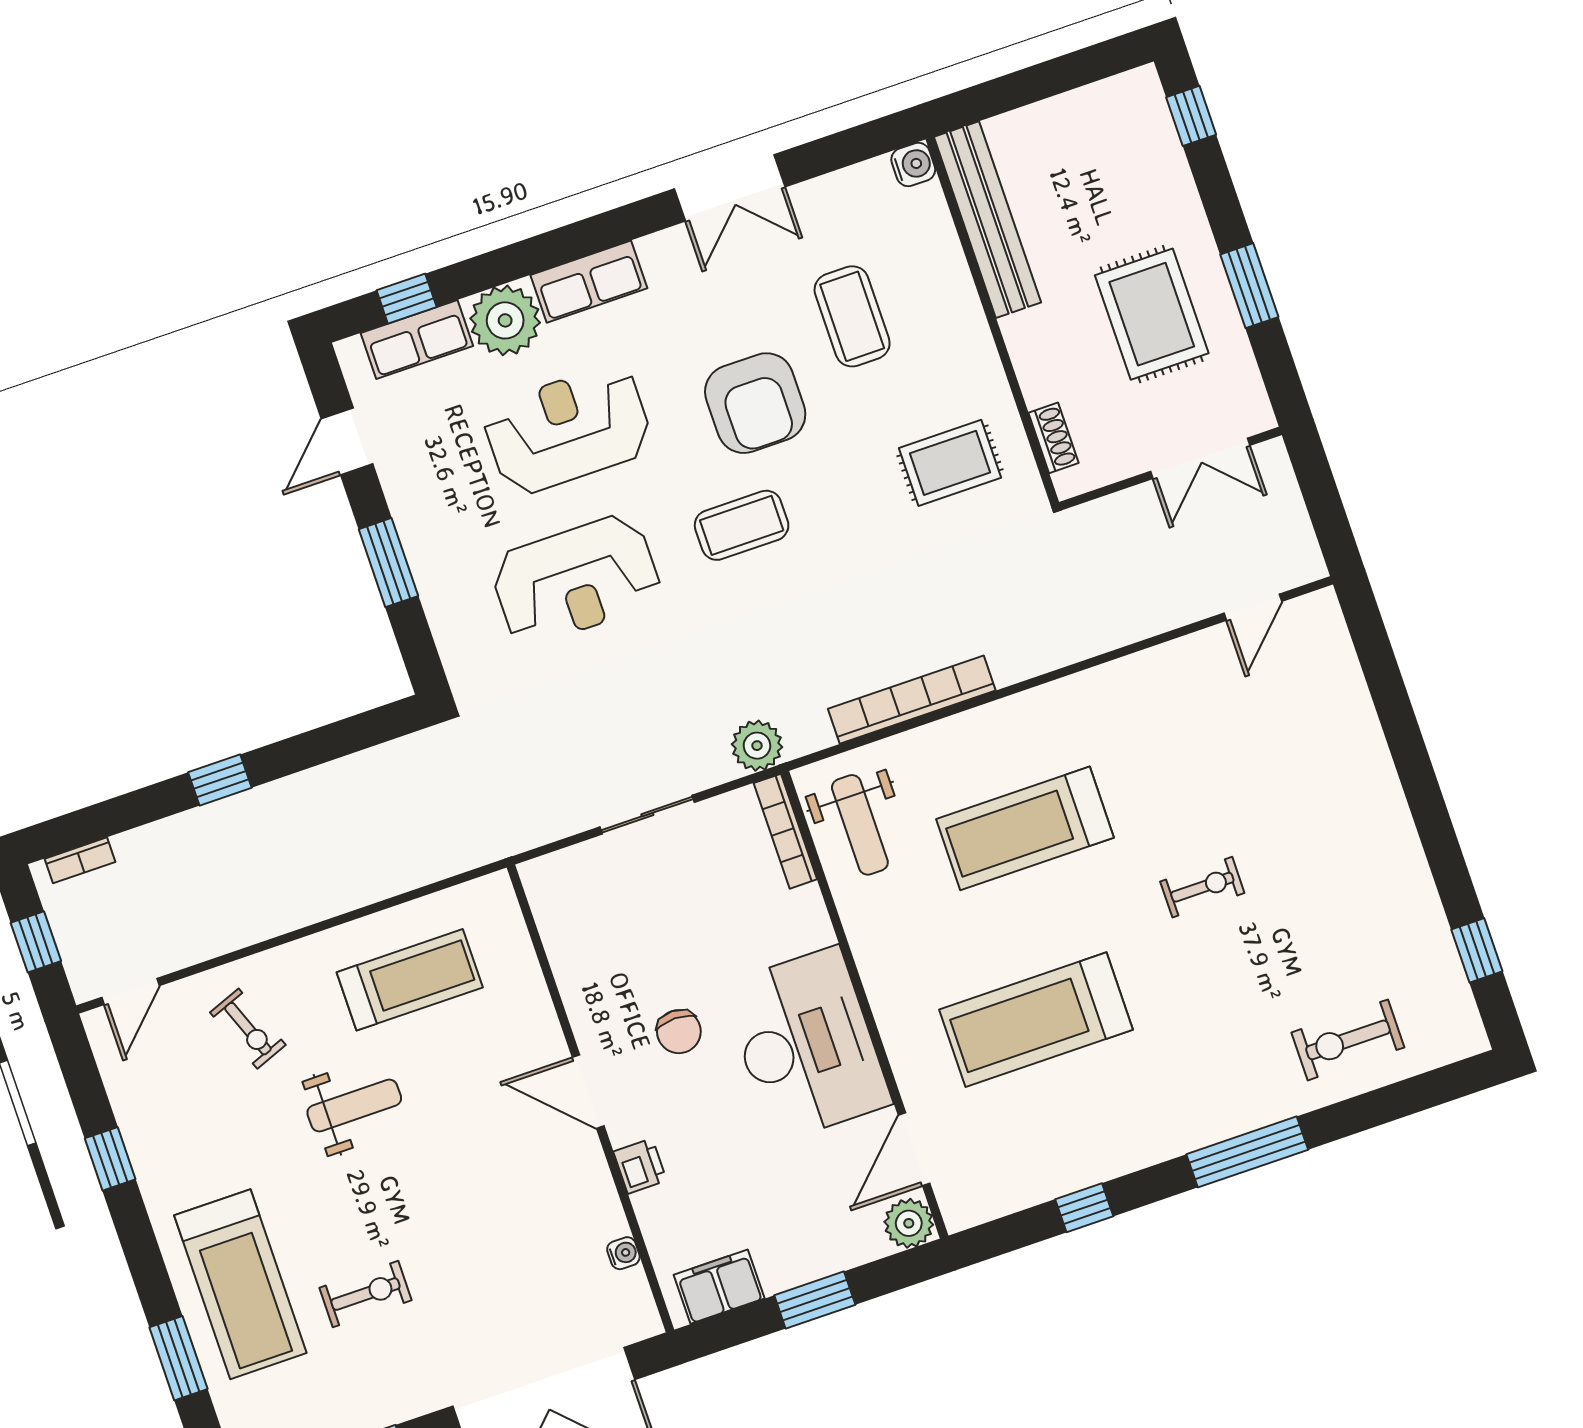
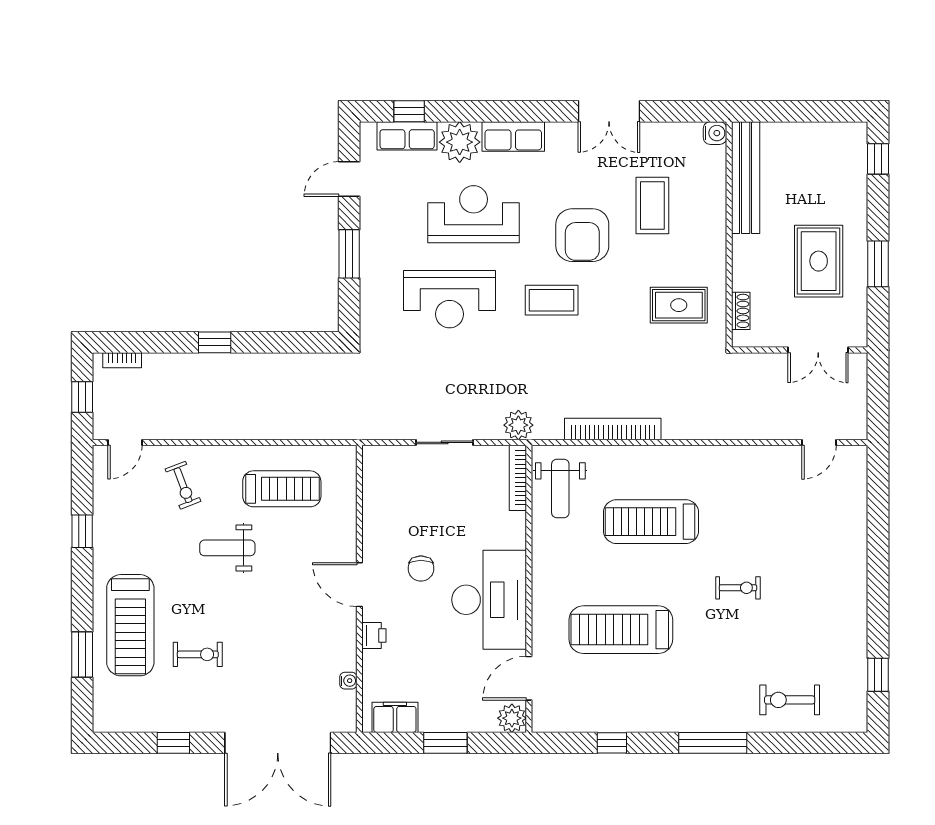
weight bench: (354, 1106) -> (227, 548), turned 180

